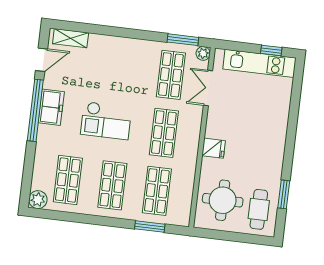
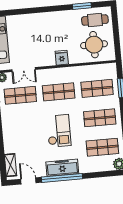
freezer: (51, 107) -> (62, 168), width x1.40

